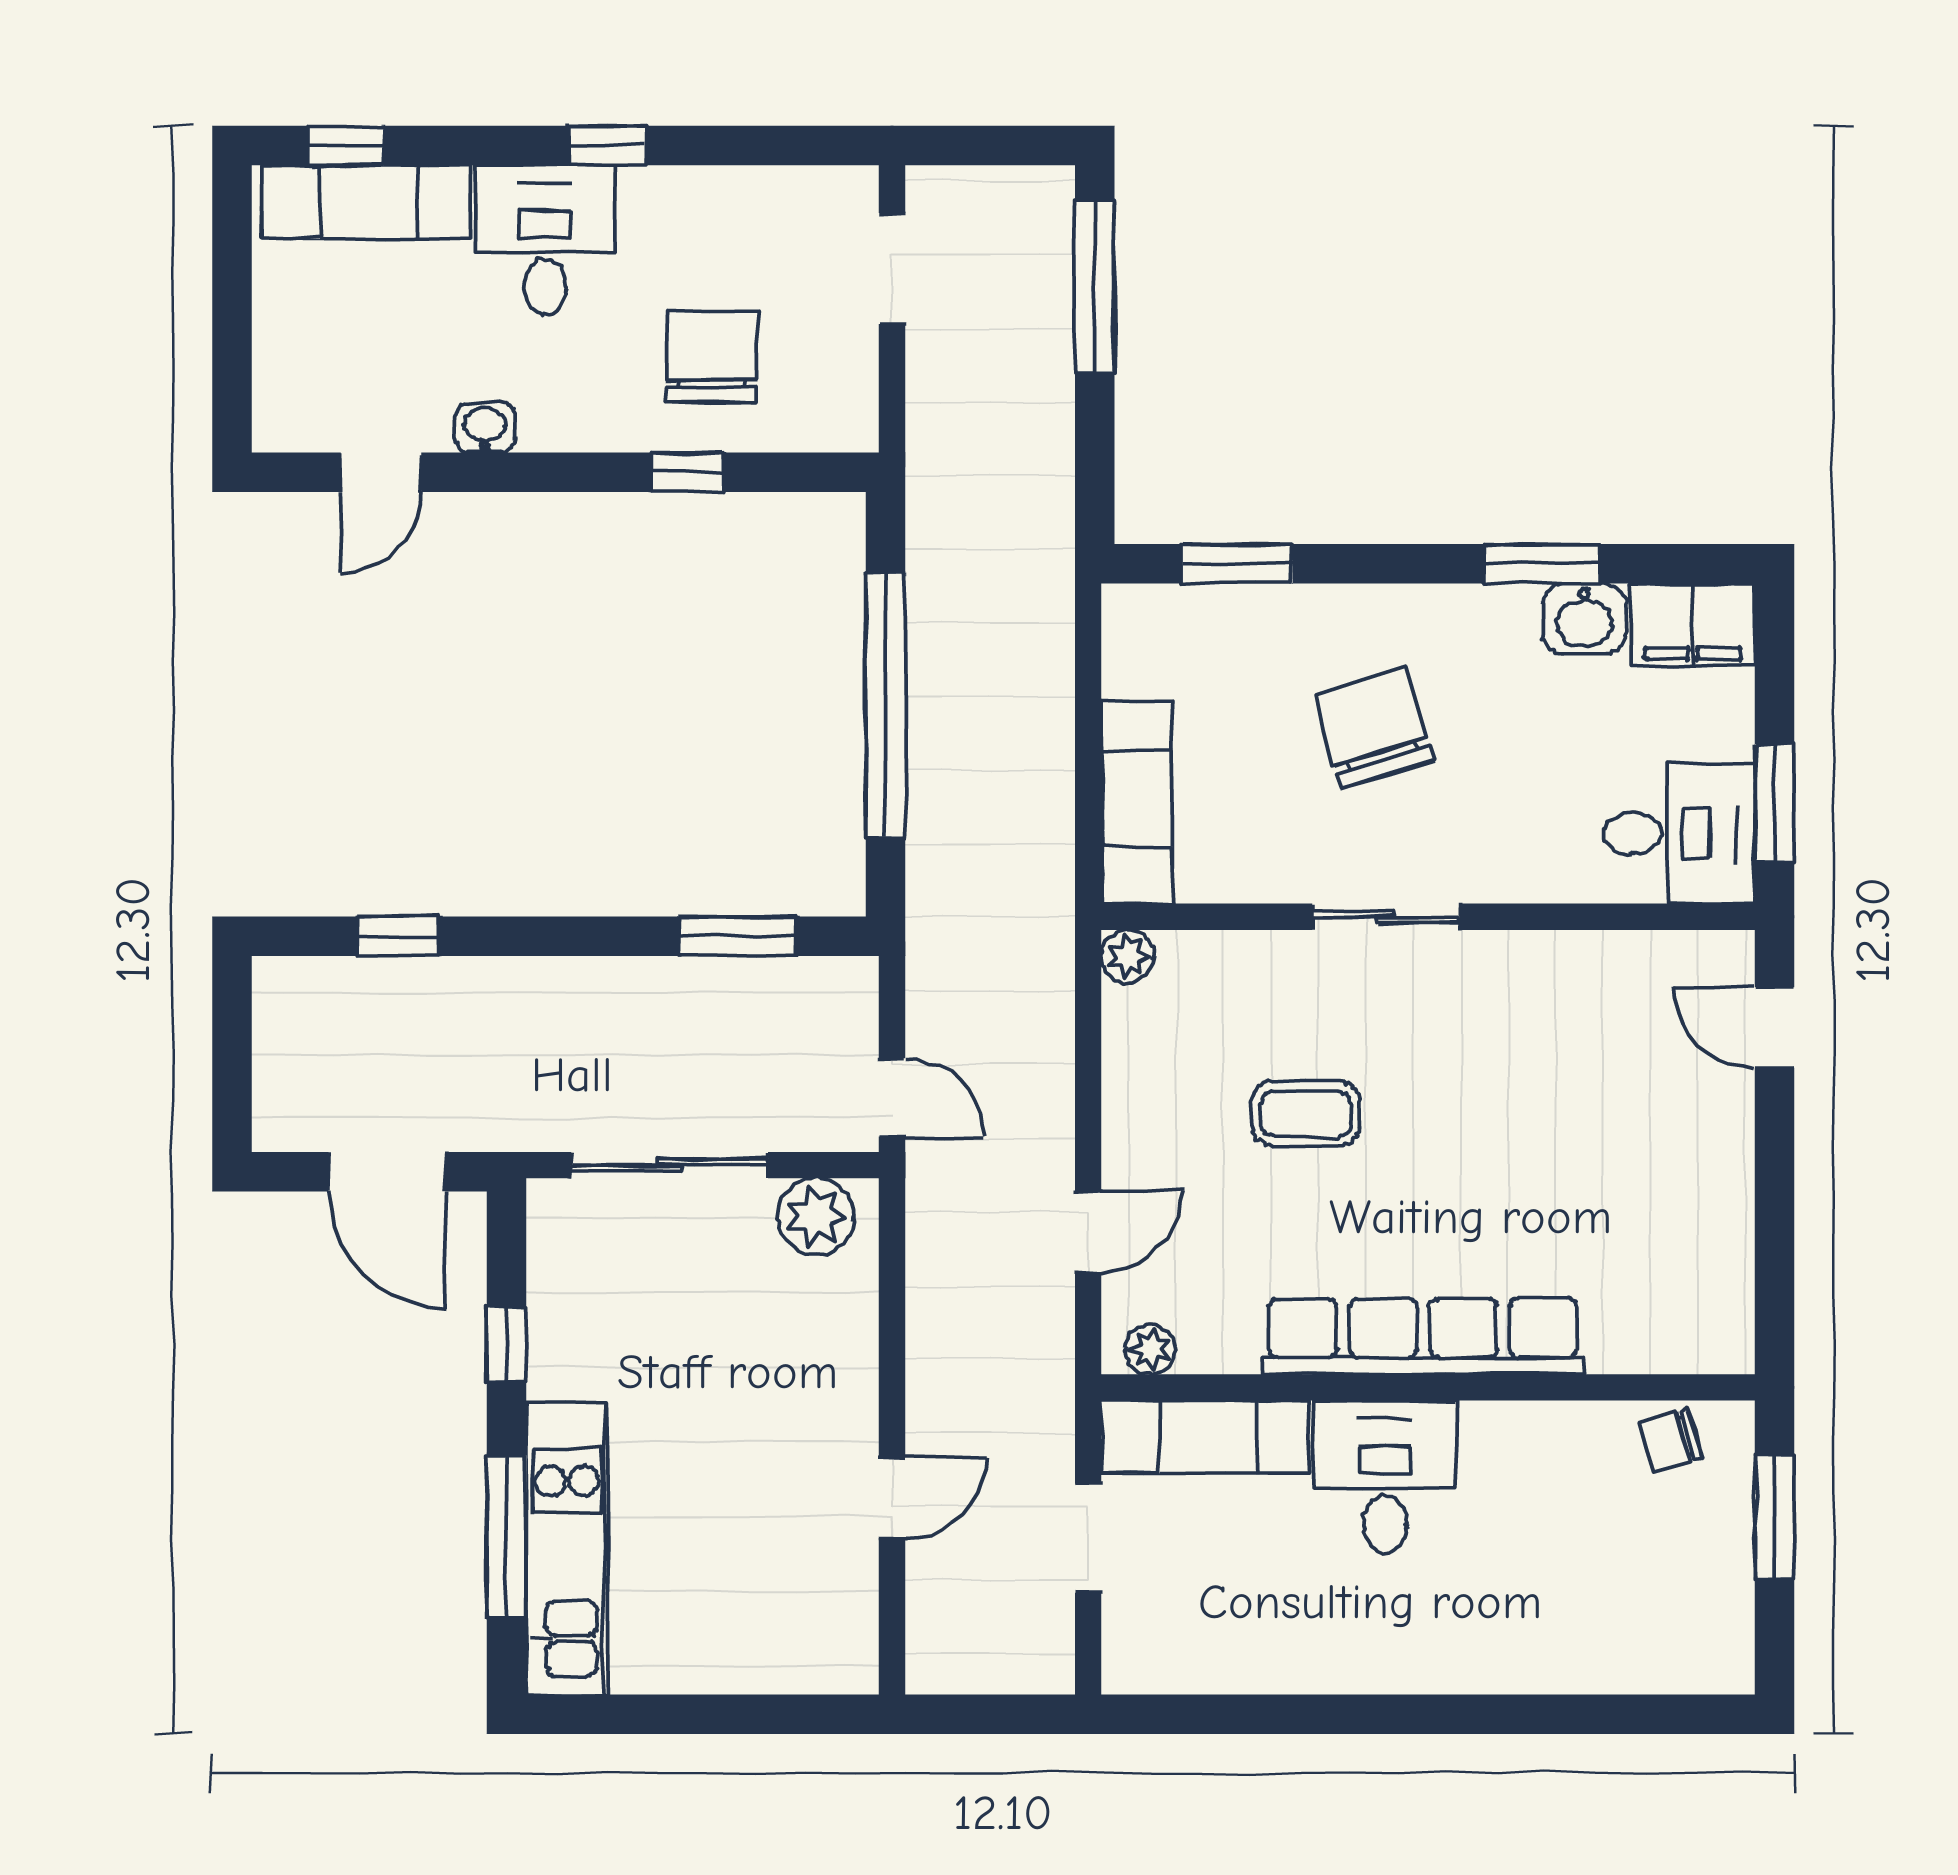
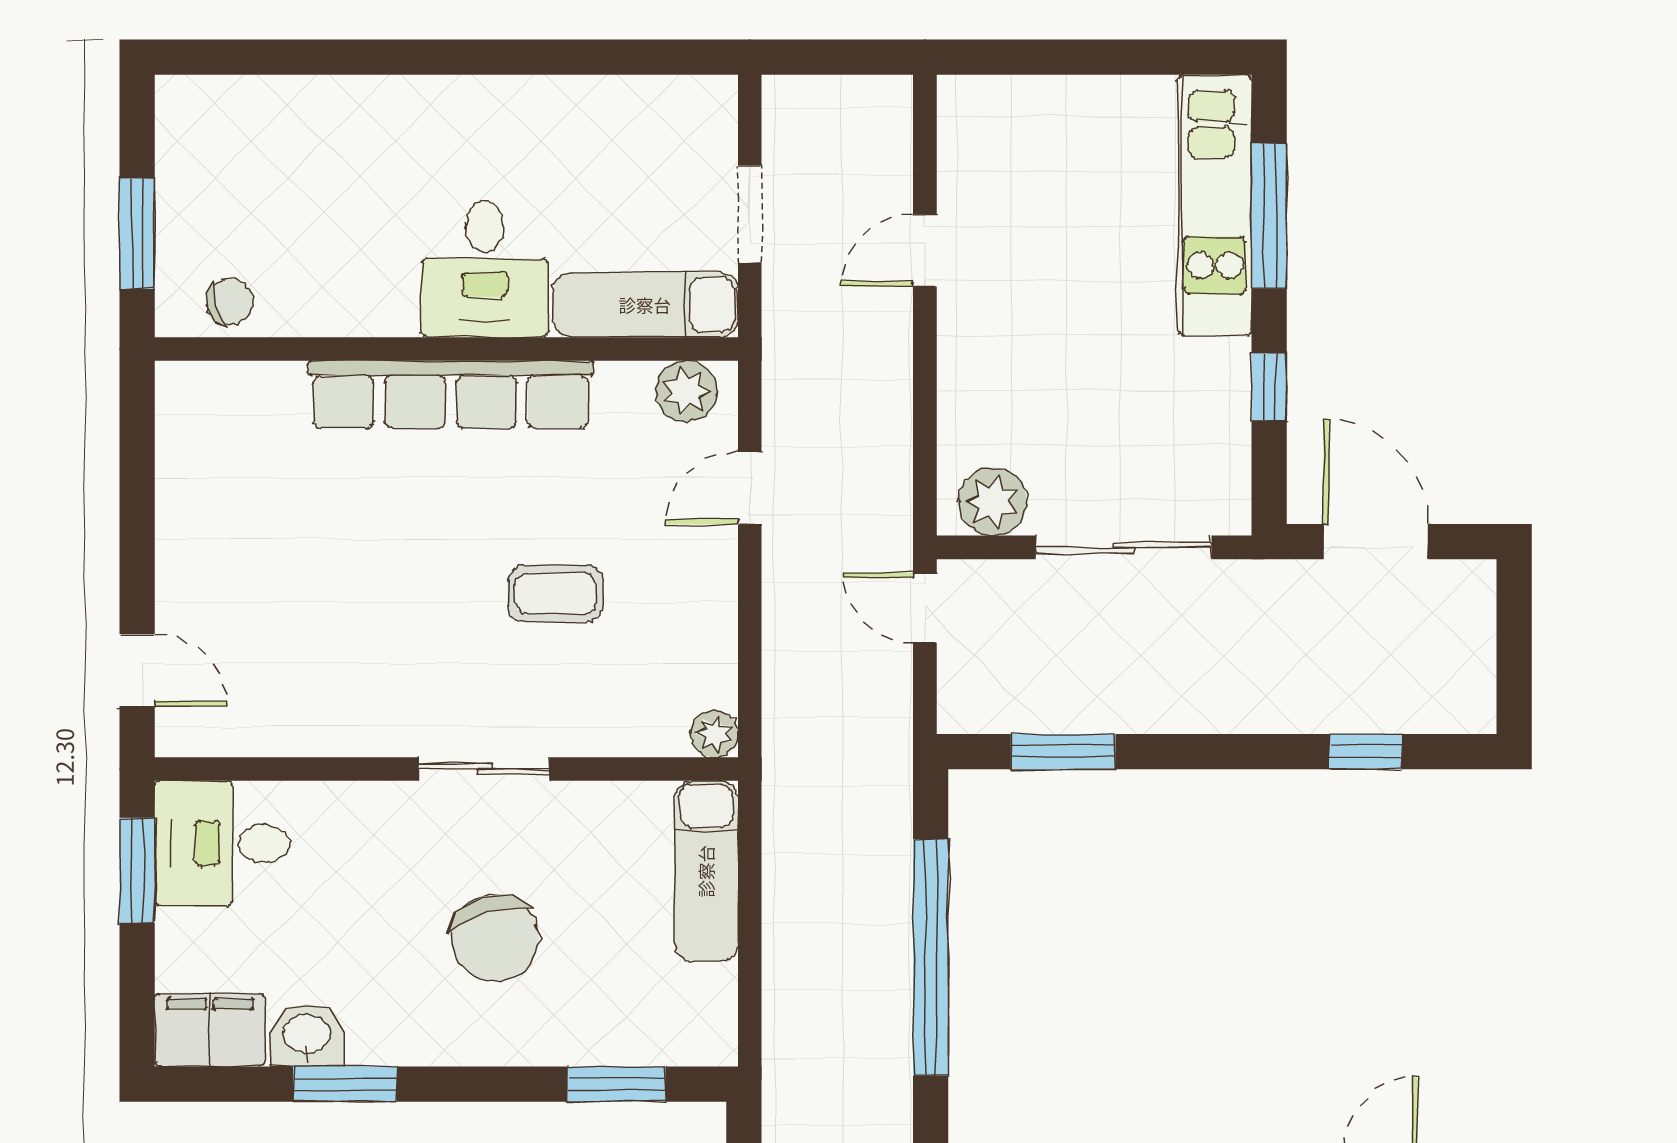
plant: (1150, 1349) -> (686, 391), width x1.38, depth x1.38

